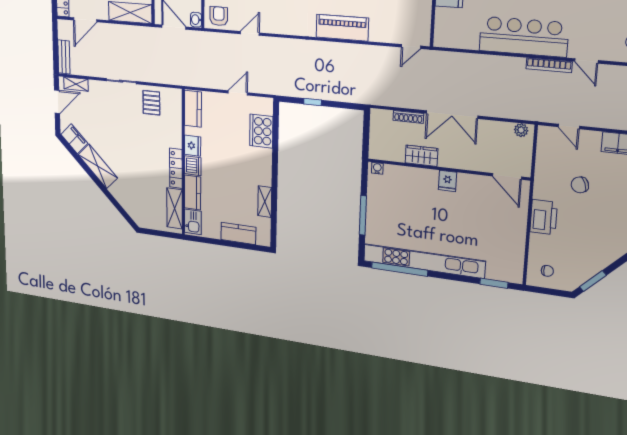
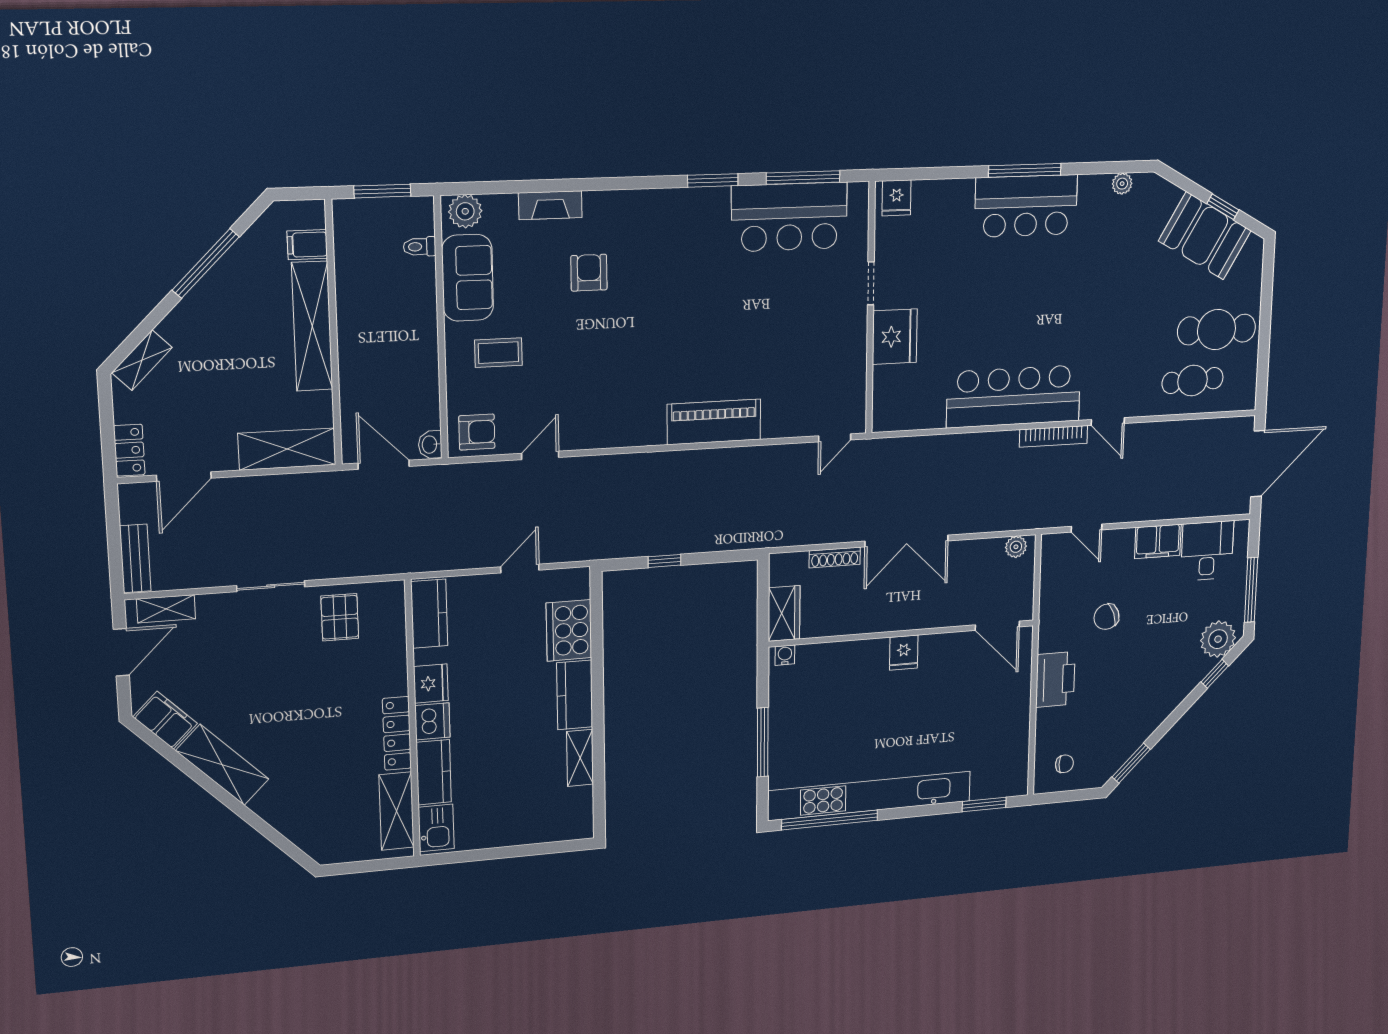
armchair: (219, 16) -> (477, 432), turned 90
wardrobe: (421, 156) -> (784, 613), moved, turned 90
kitchen counter: (238, 233) -> (575, 695), moved, turned -90

